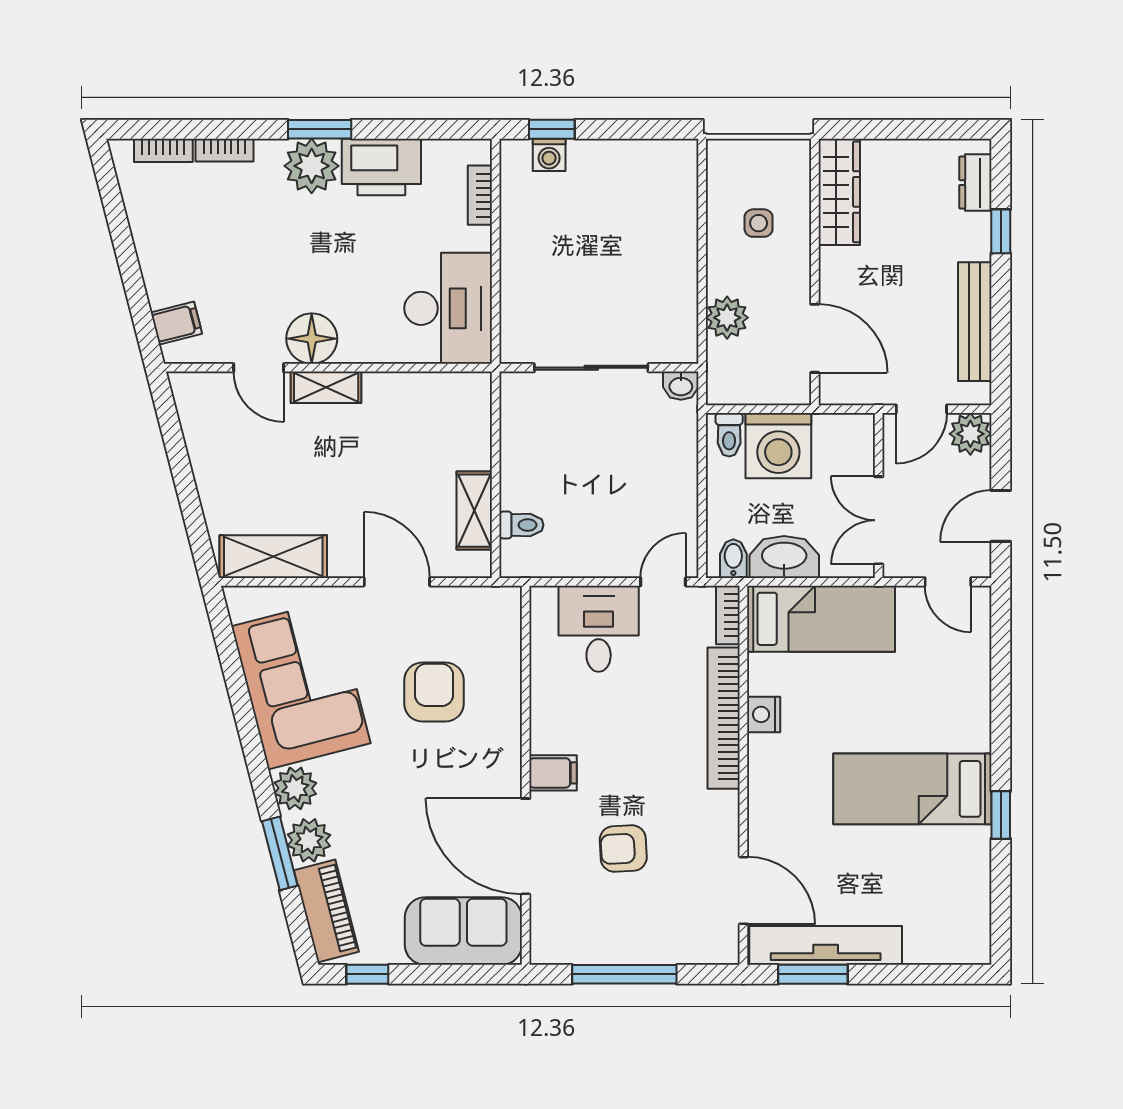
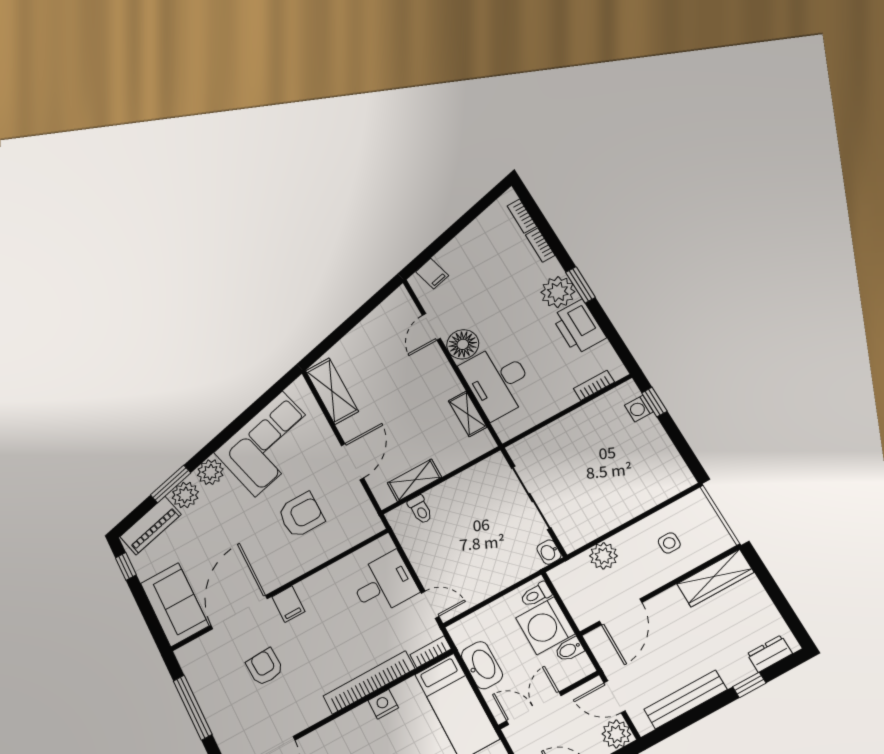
desk: (448, 308) -> (498, 381), moved, turned 90
shelving: (326, 387) -> (468, 414), moved
bidet: (733, 559) -> (569, 650), moved, turned 180

